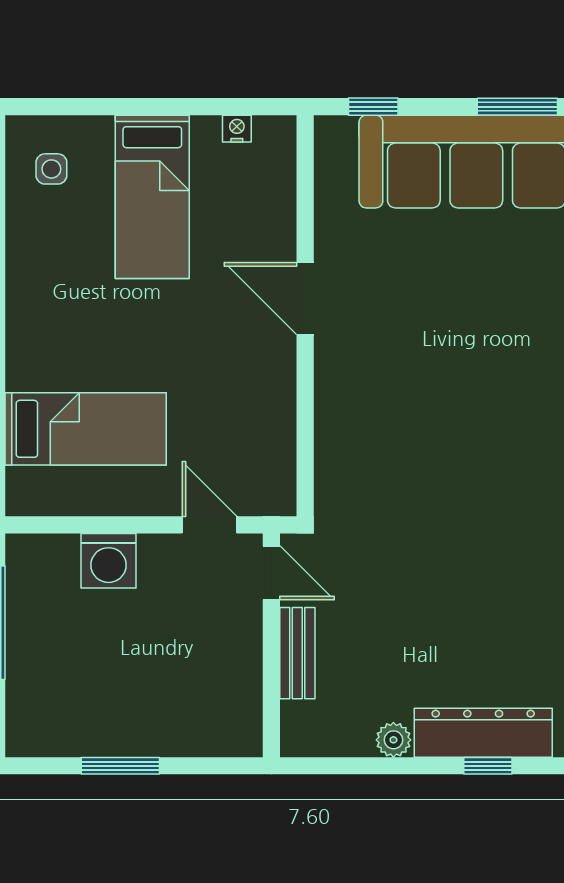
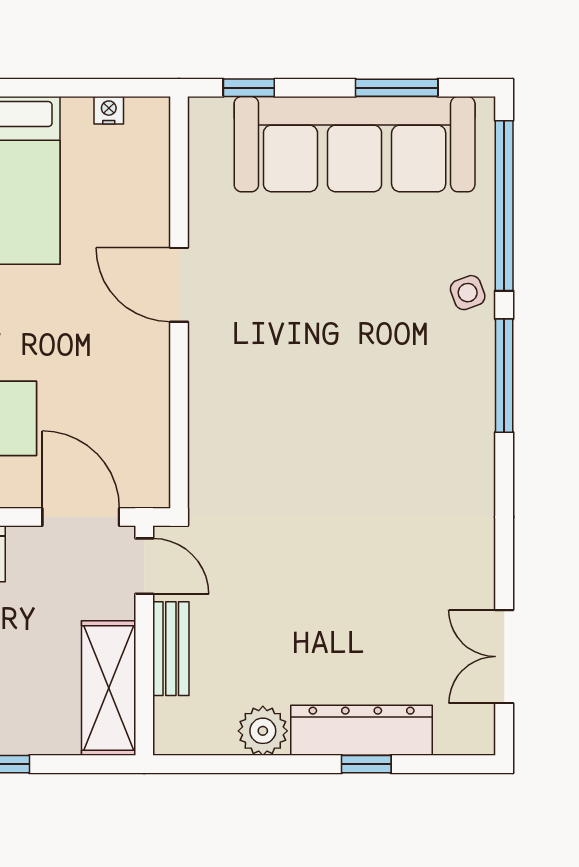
door: (210, 525) -> (81, 517), width x1.38
shelving: (237, 692) -> (109, 688), added
plant: (393, 740) -> (263, 731), width x1.38, depth x1.38

